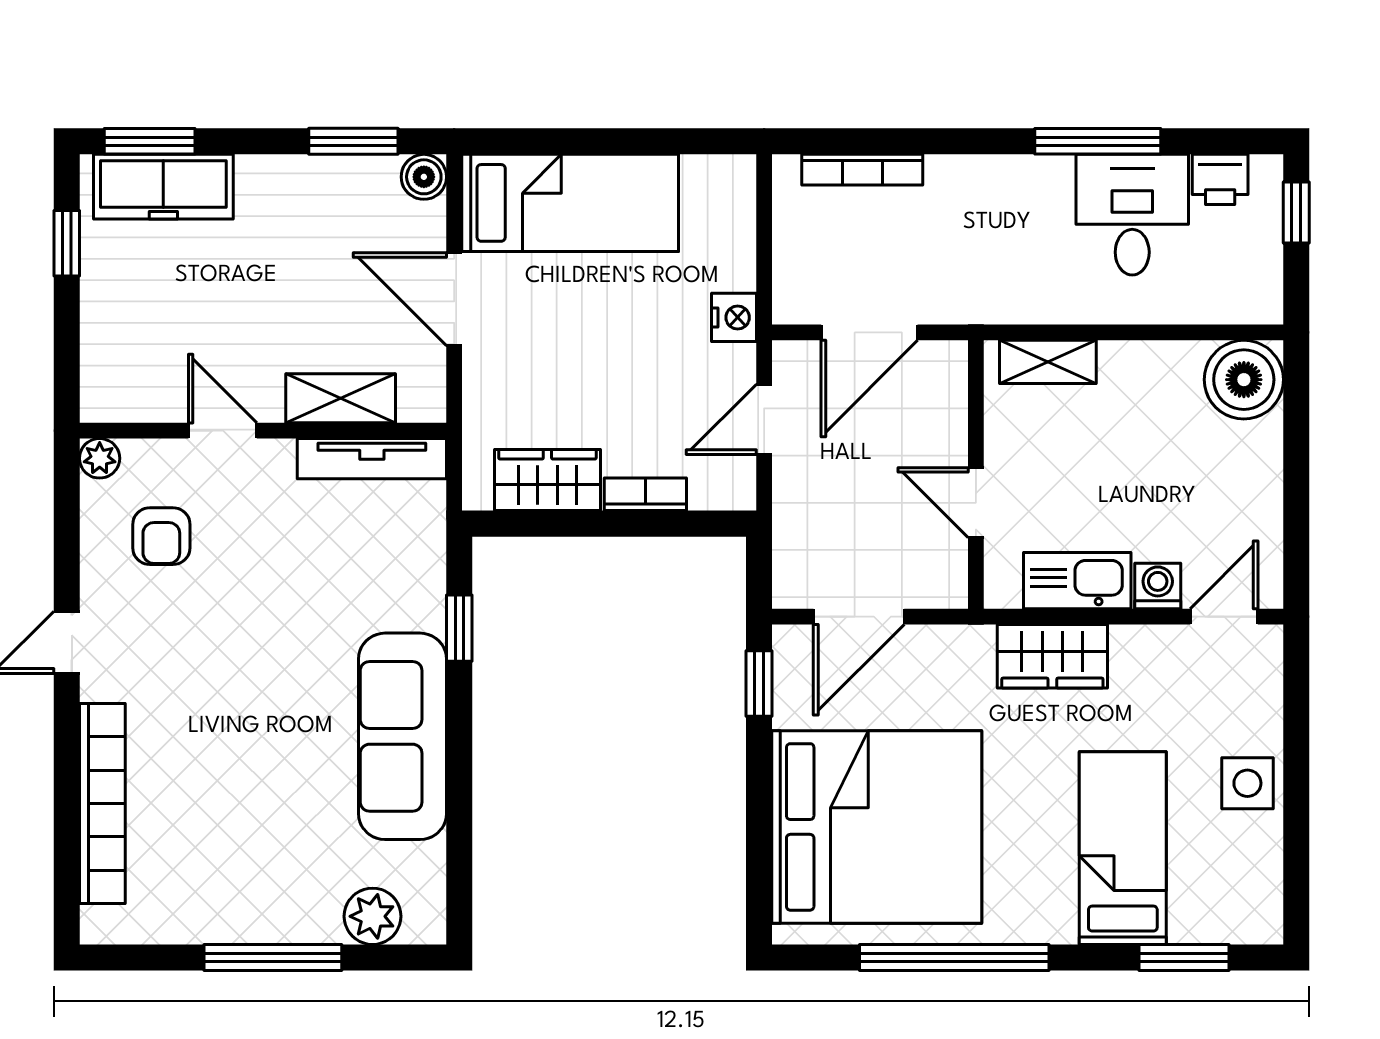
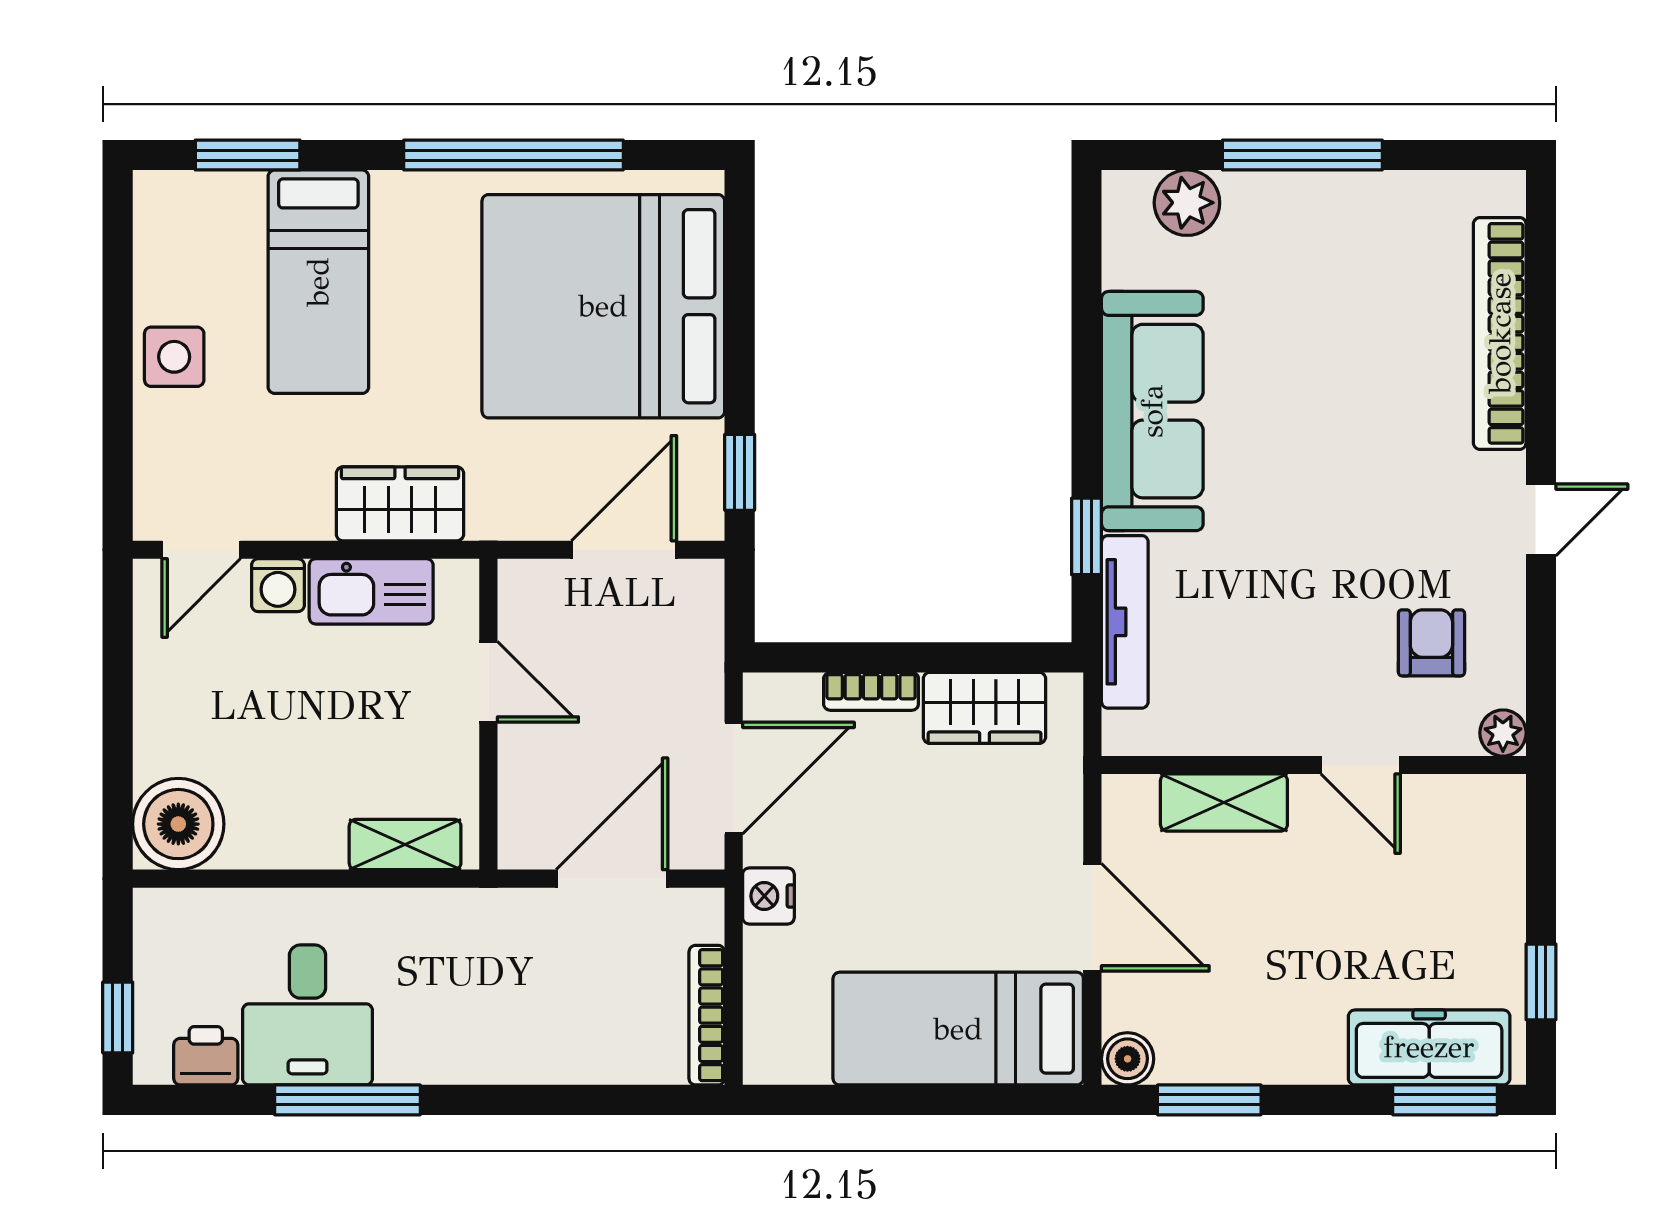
bookcase: (862, 170) -> (707, 1015), moved, turned -90
door: (764, 419) -> (734, 778), width x1.38
tv unit: (372, 459) -> (1125, 622), moved, turned 90

